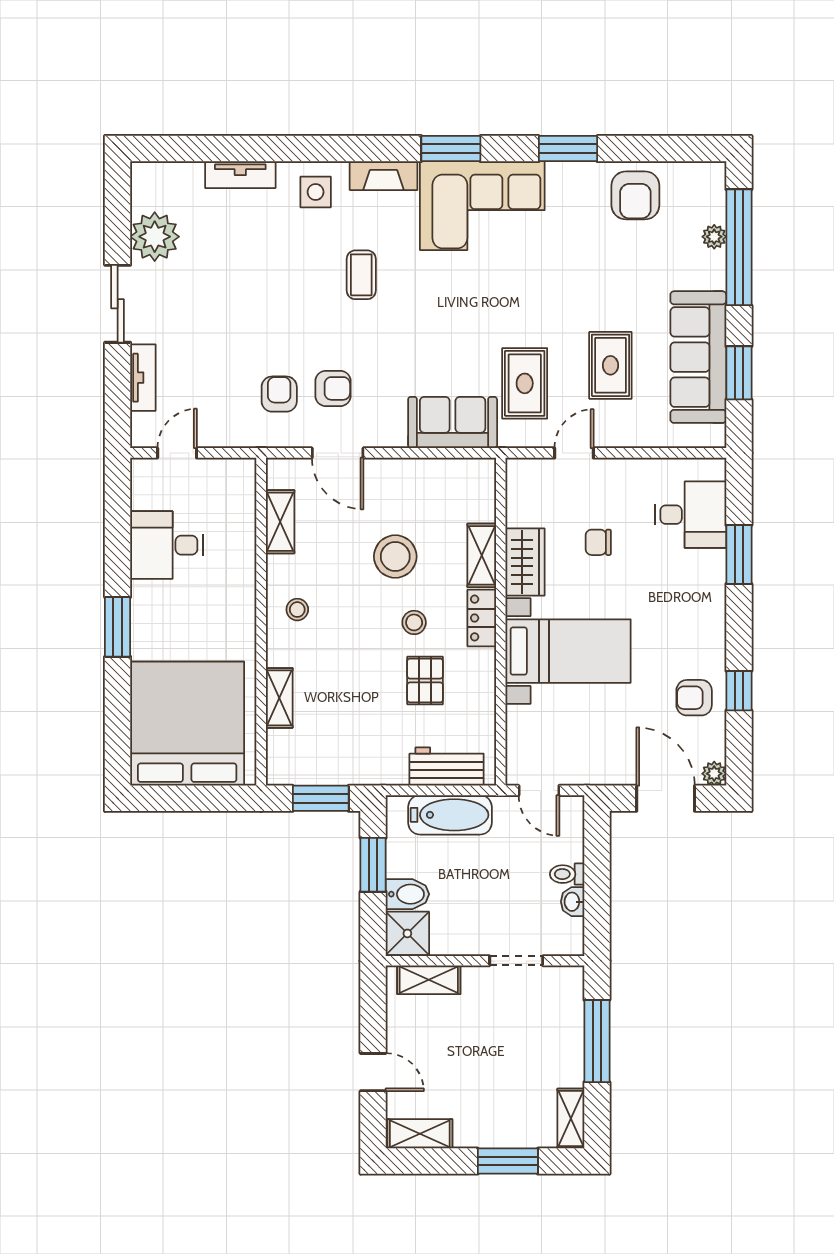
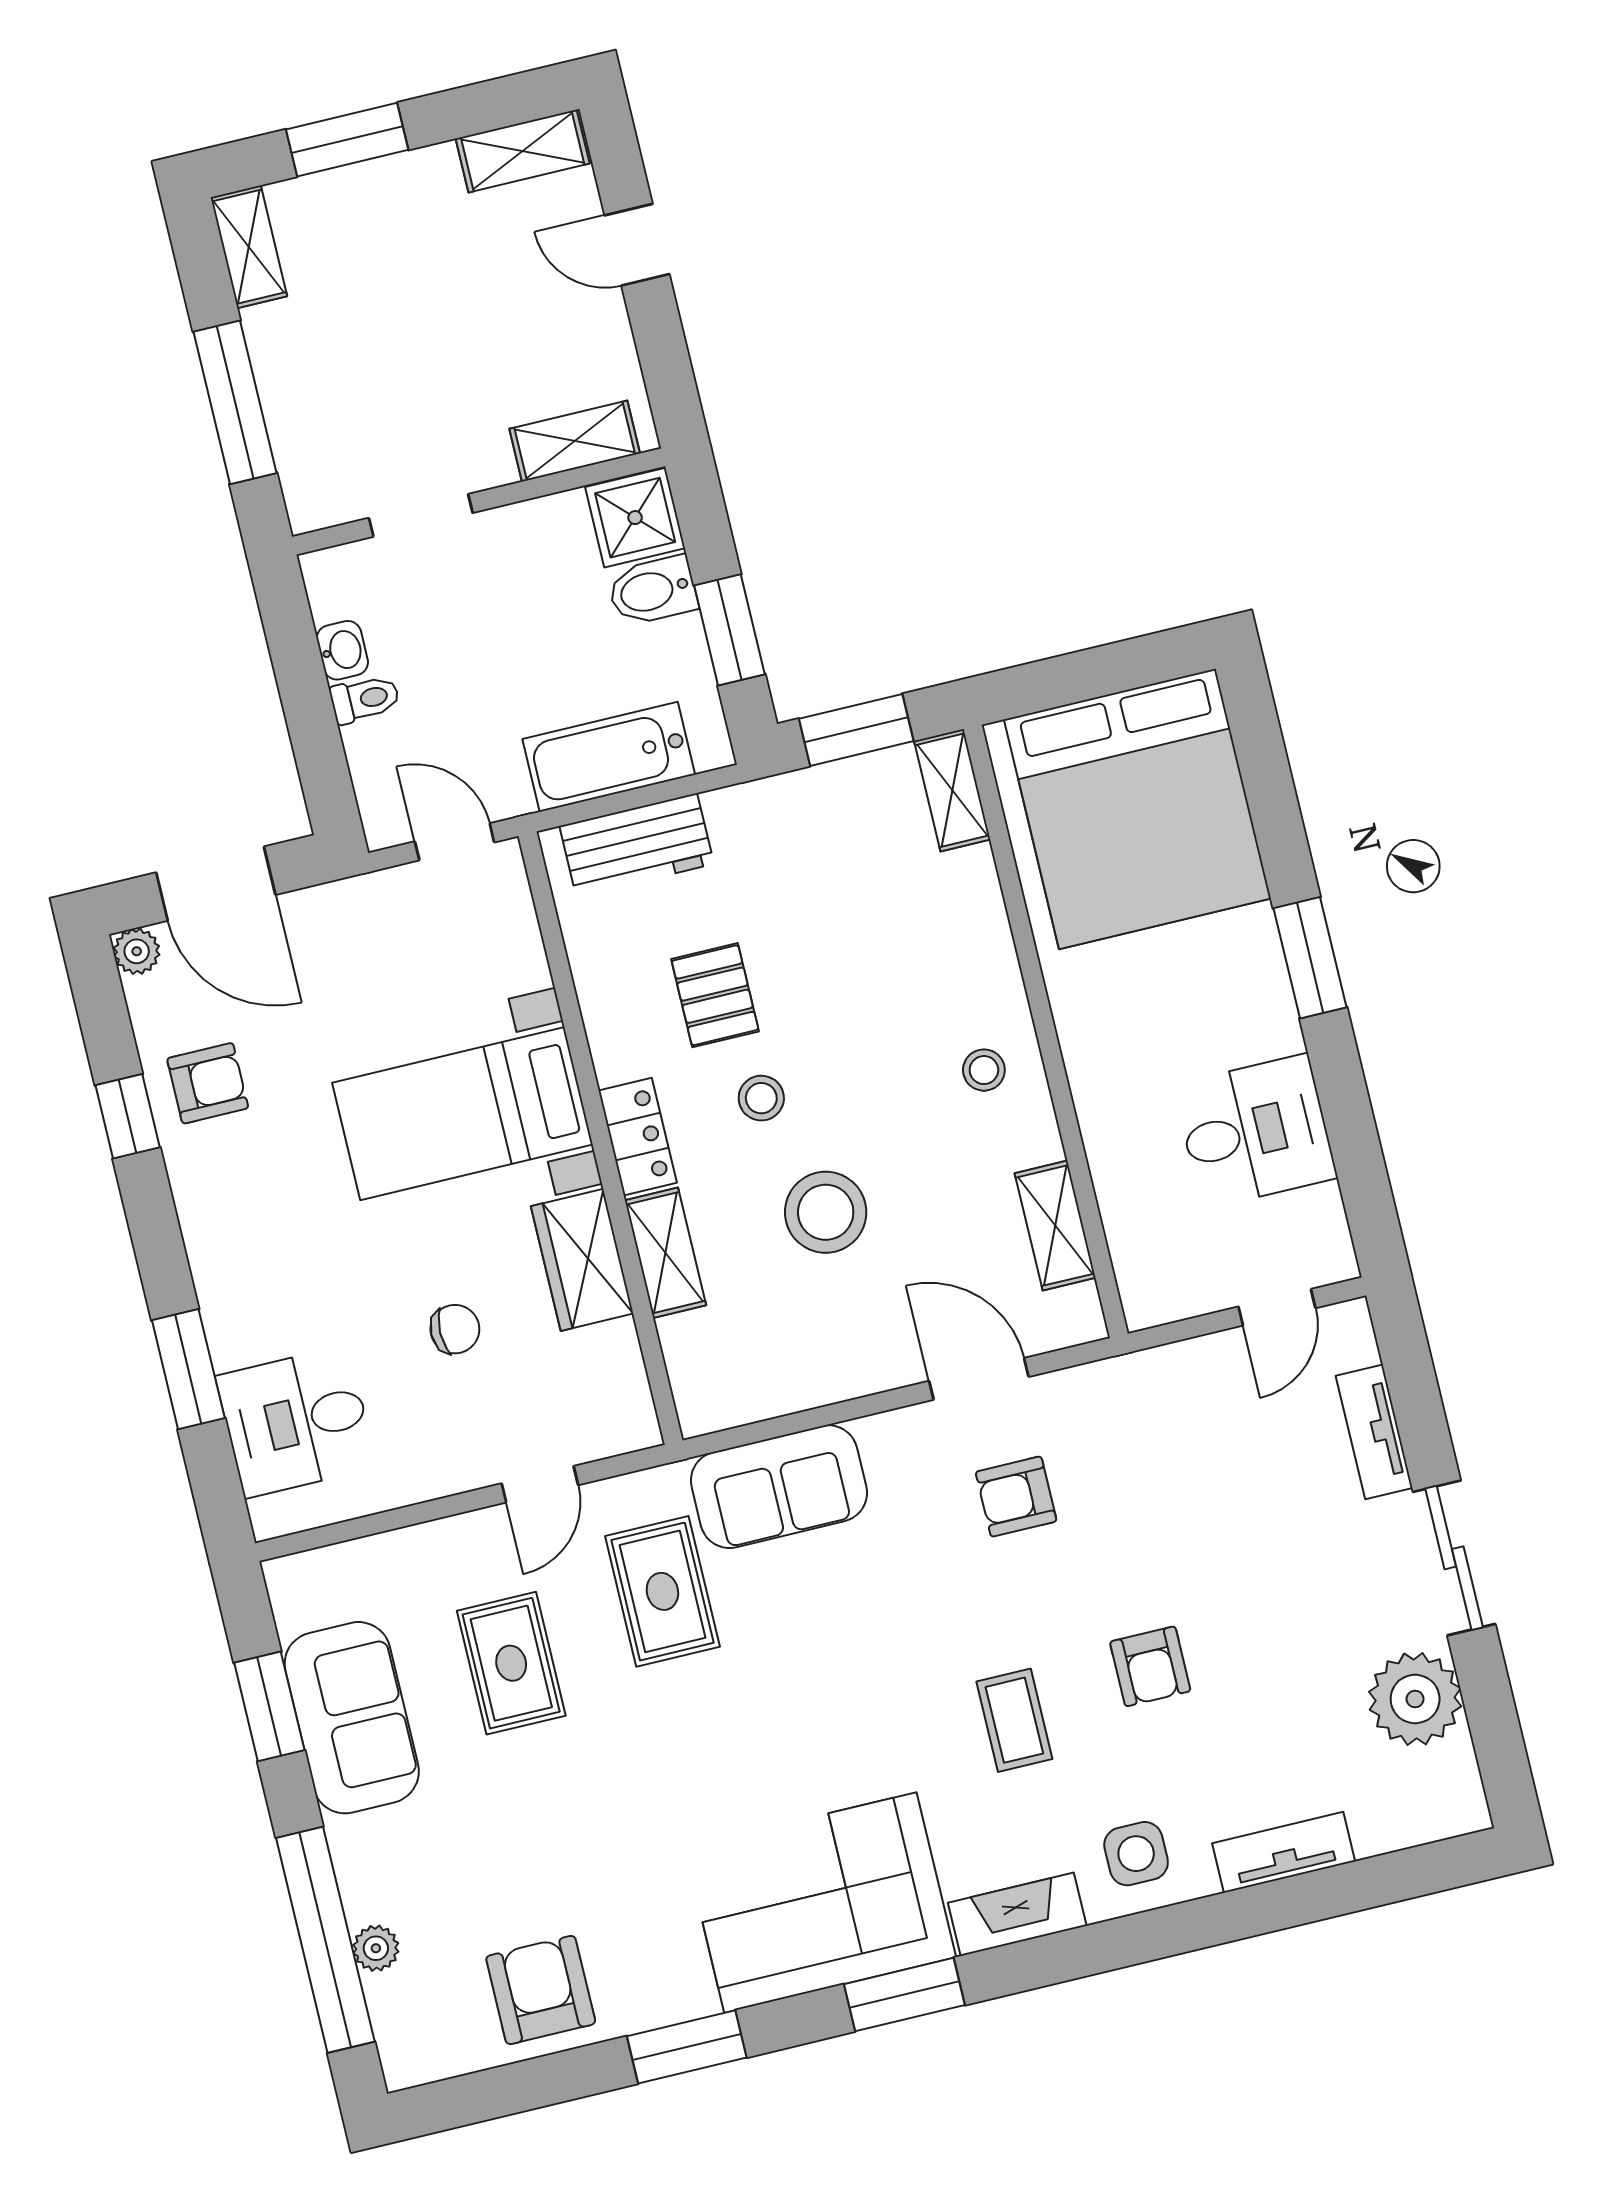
sofa: (698, 357) -> (352, 1718), width x0.73
armchair: (279, 394) -> (1150, 1666), moved
shelving: (279, 698) -> (952, 790), moved

